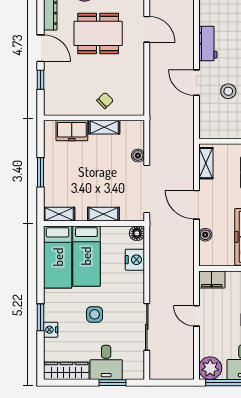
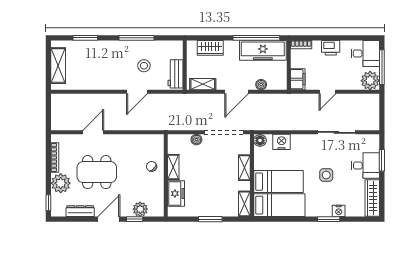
dining table: (98, 33) -> (97, 172), turned 90
workbench: (208, 44) -> (175, 74), moved, turned -90
plant: (53, 87) -> (140, 209), added

